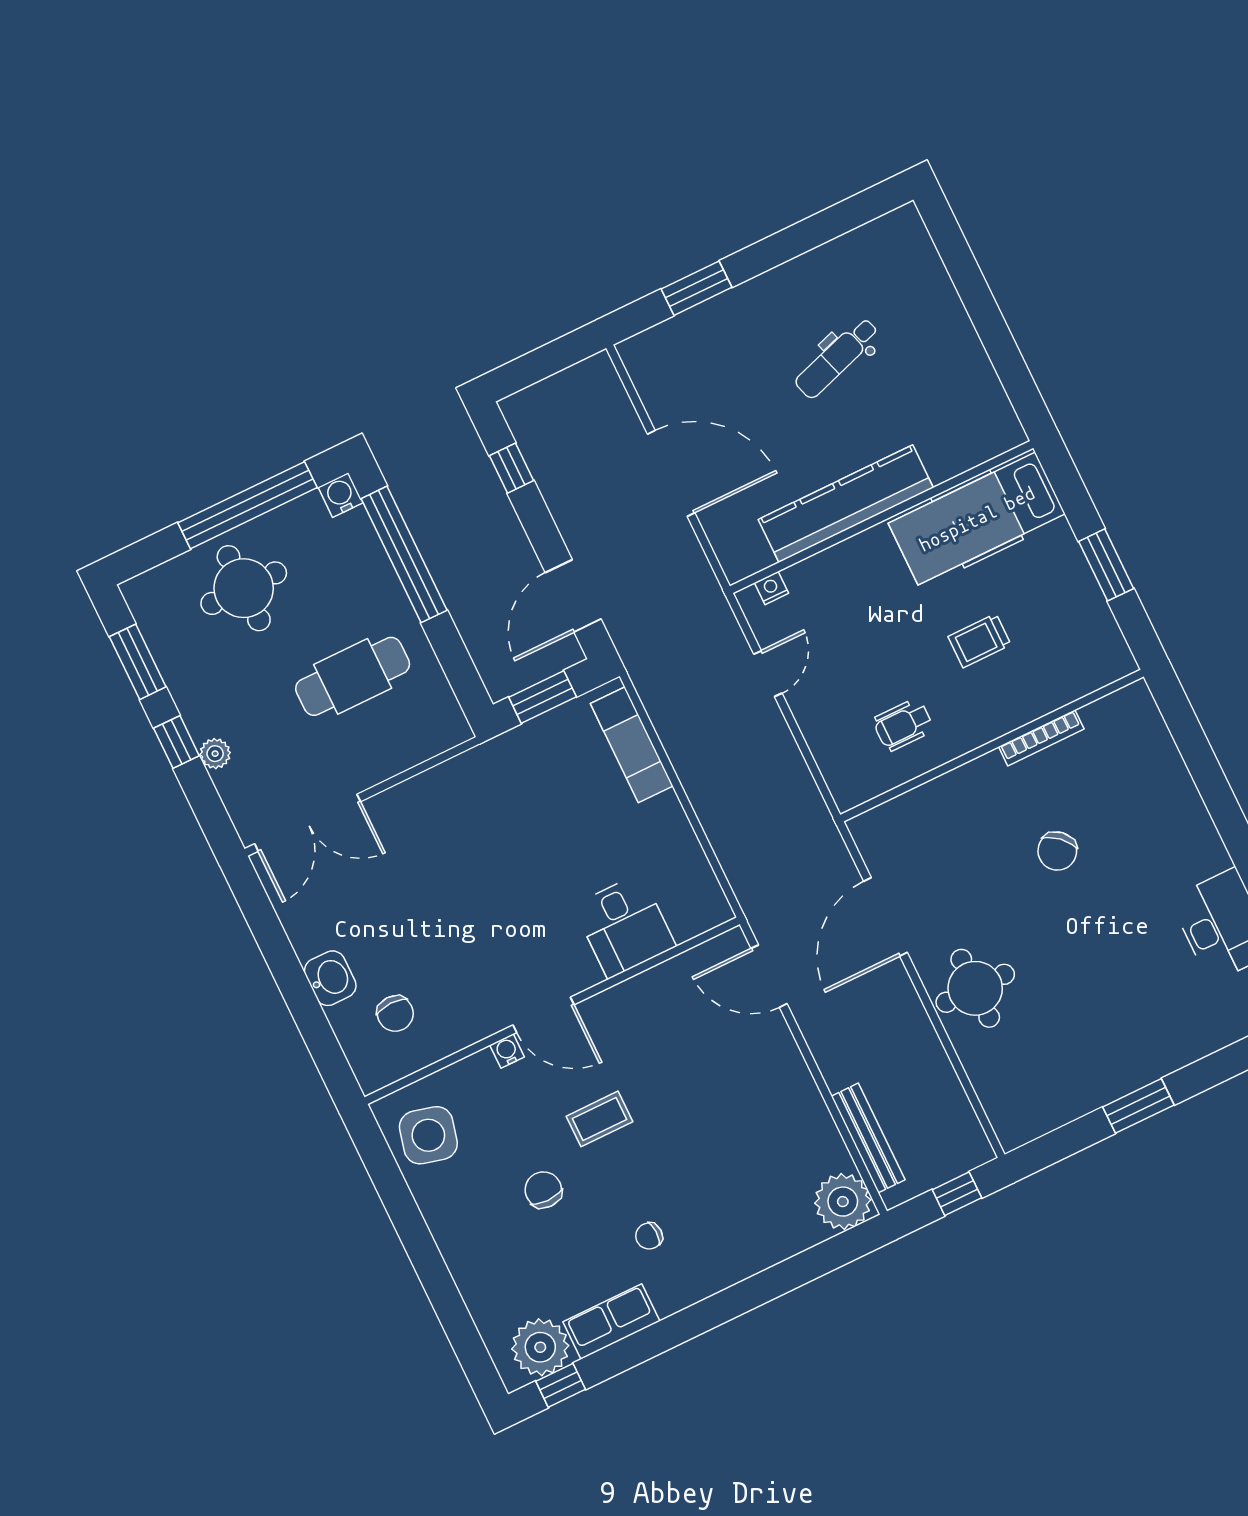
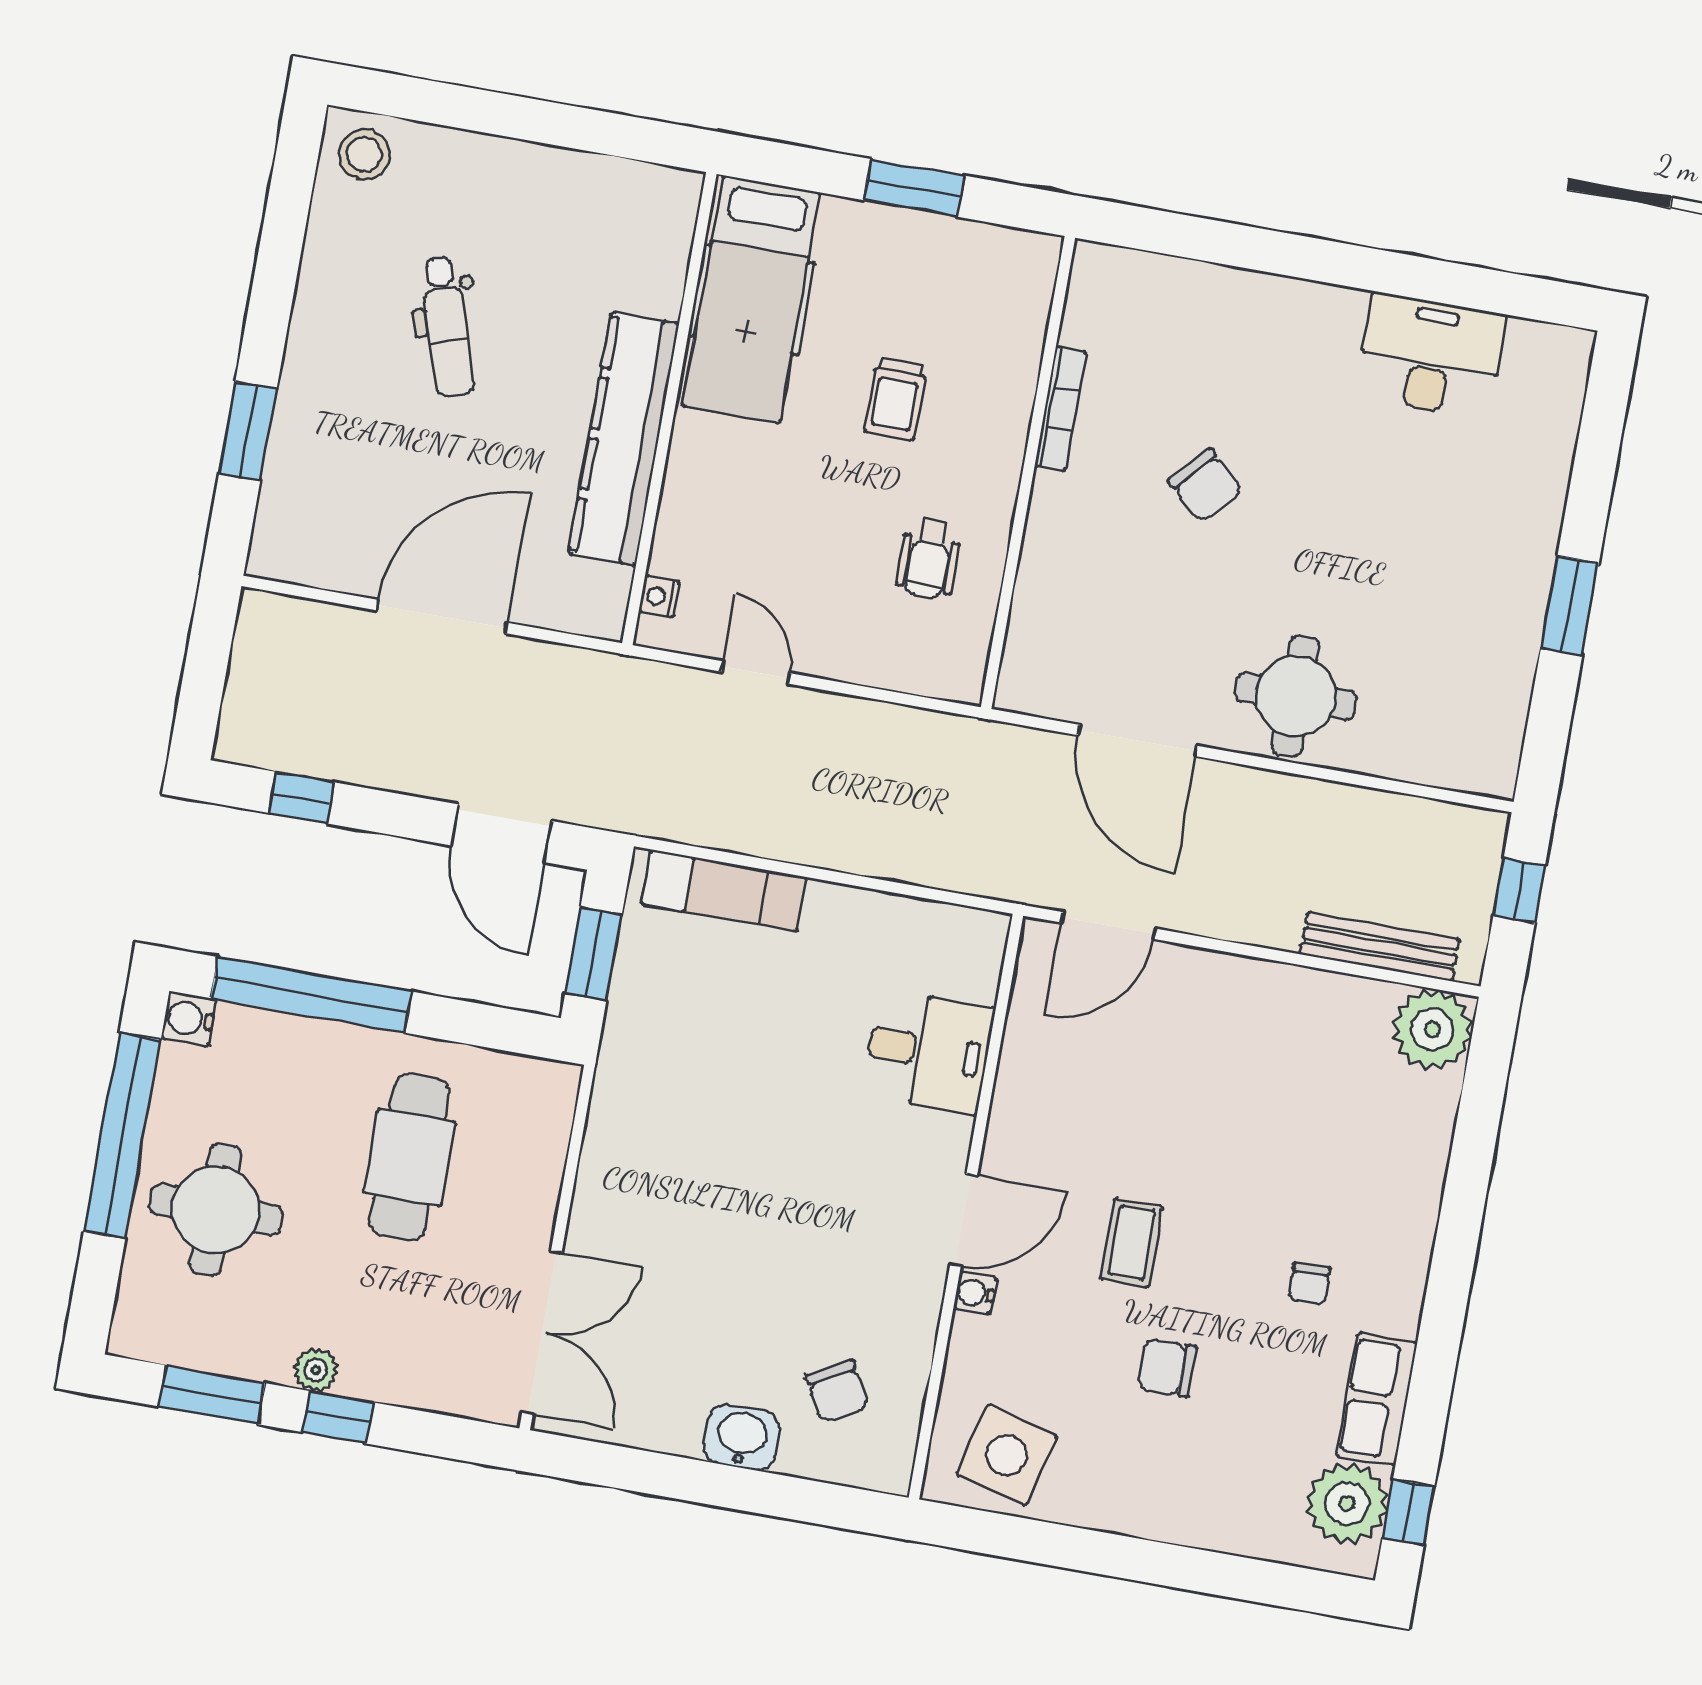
stool: (900, 241) -> (364, 154), added
plant: (215, 754) -> (316, 1370), moved
chair: (395, 1013) -> (837, 1391), turned 62

